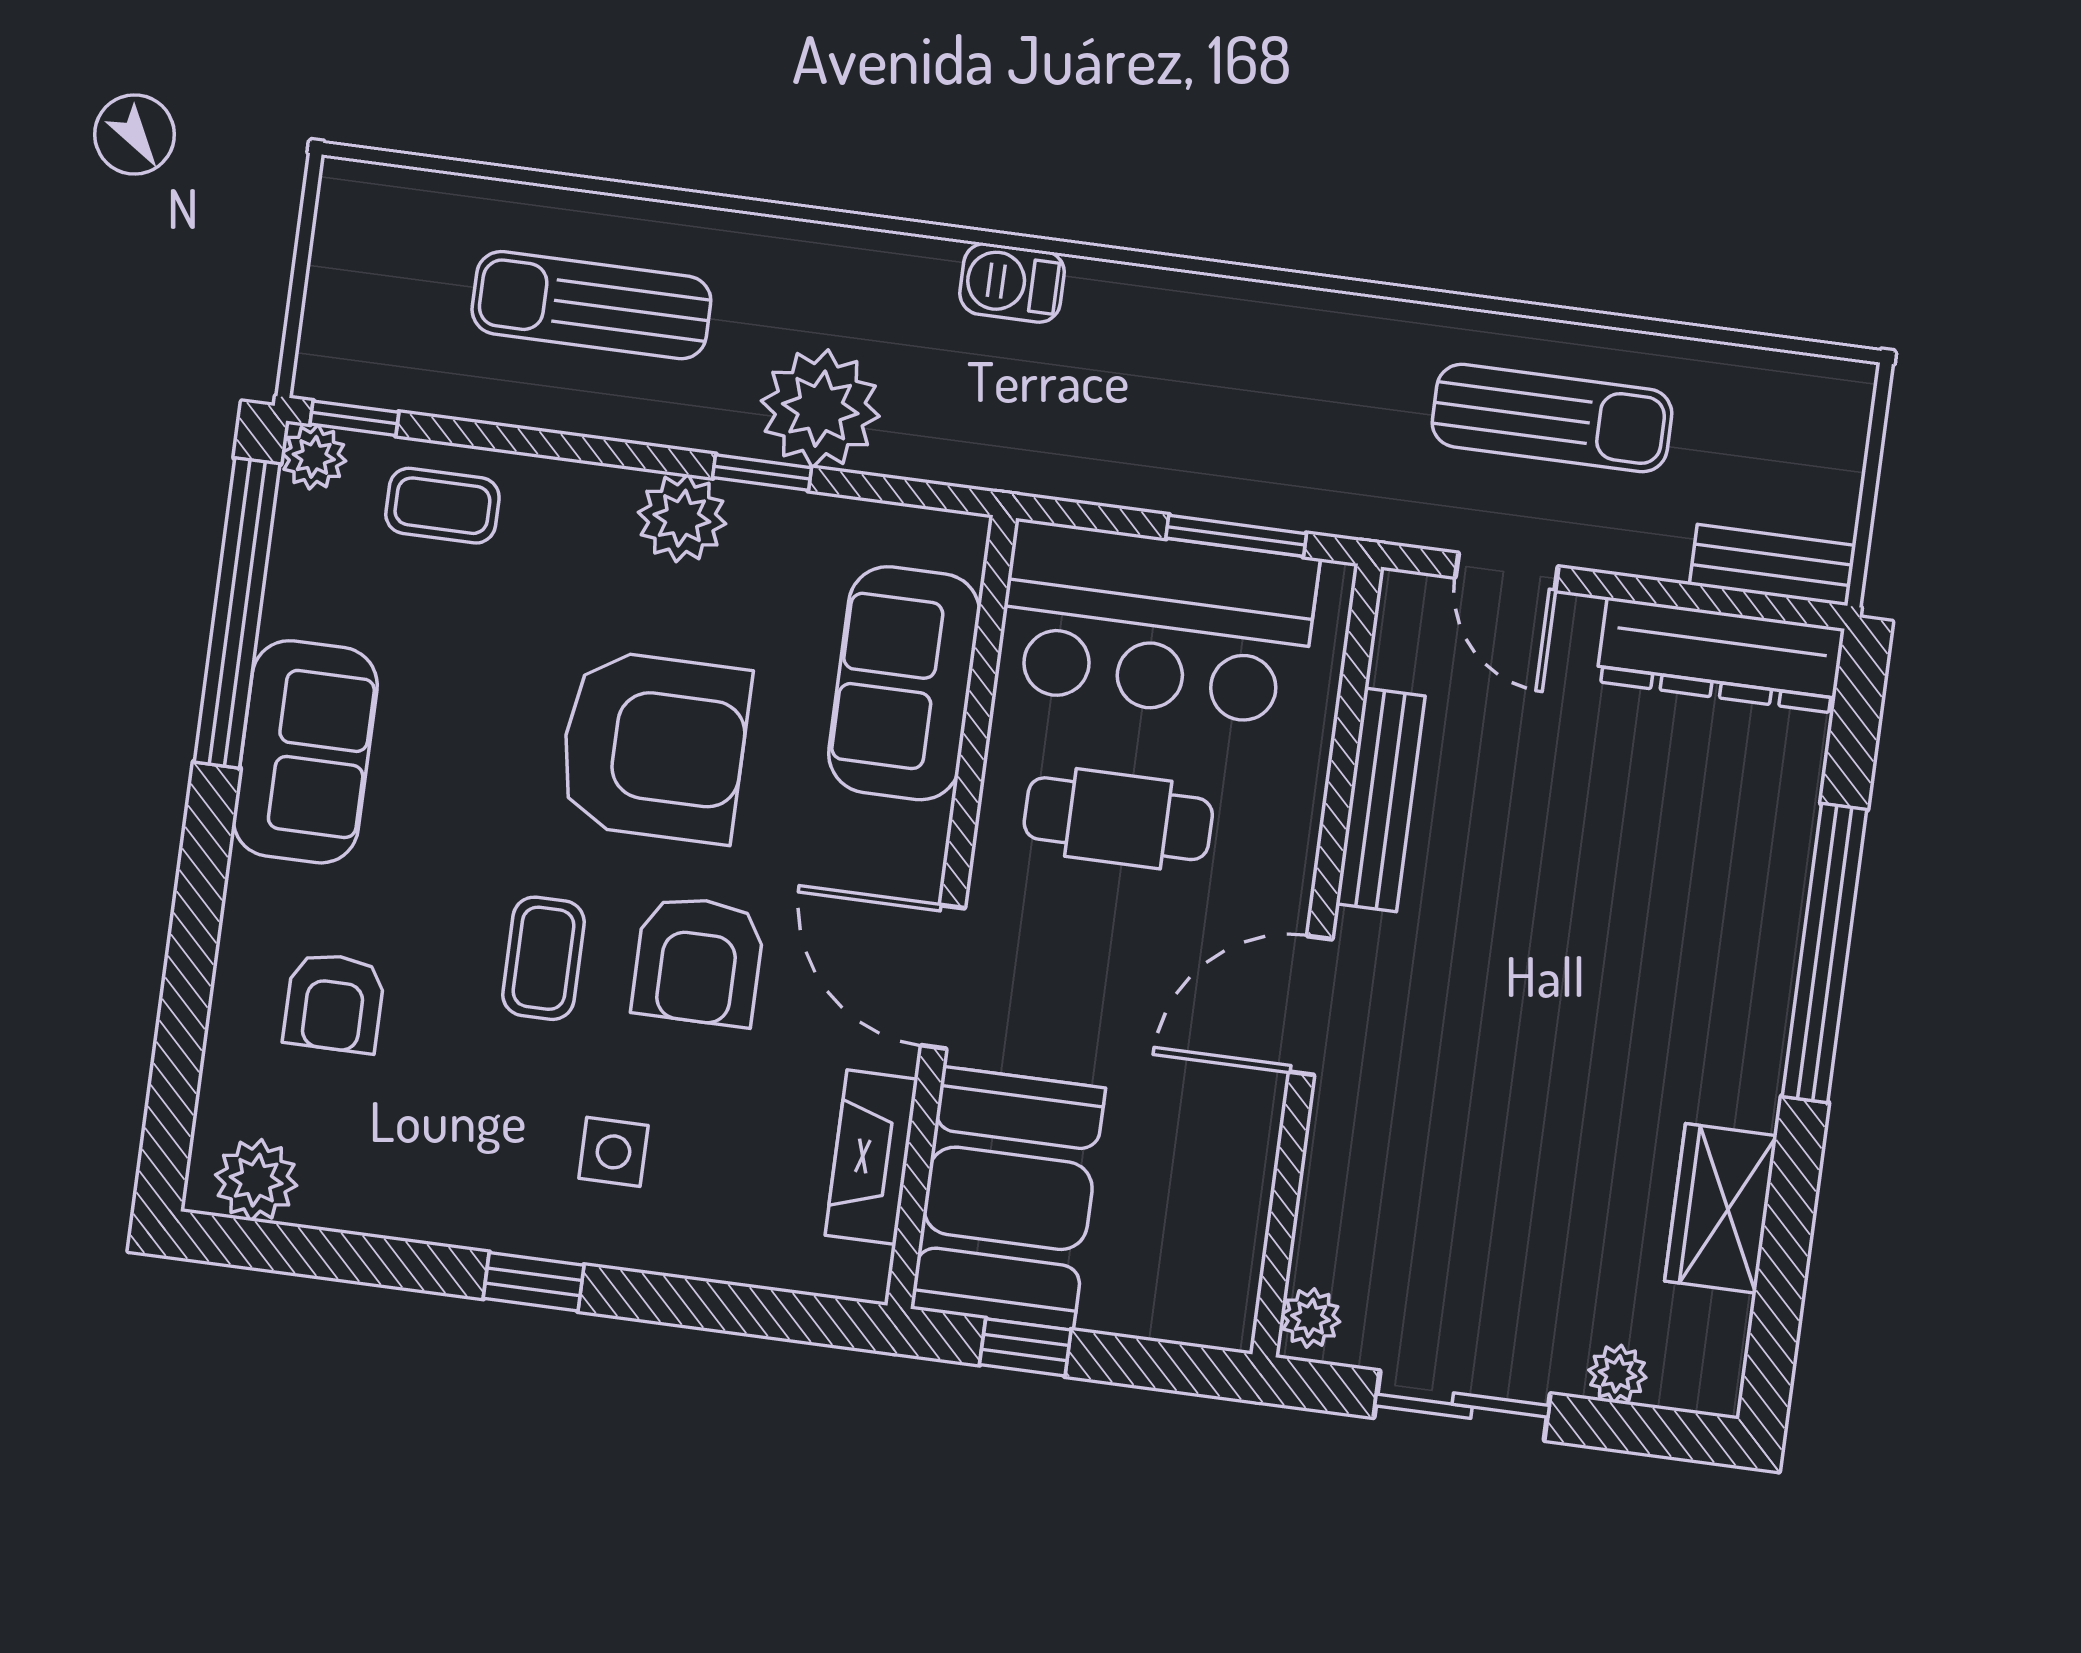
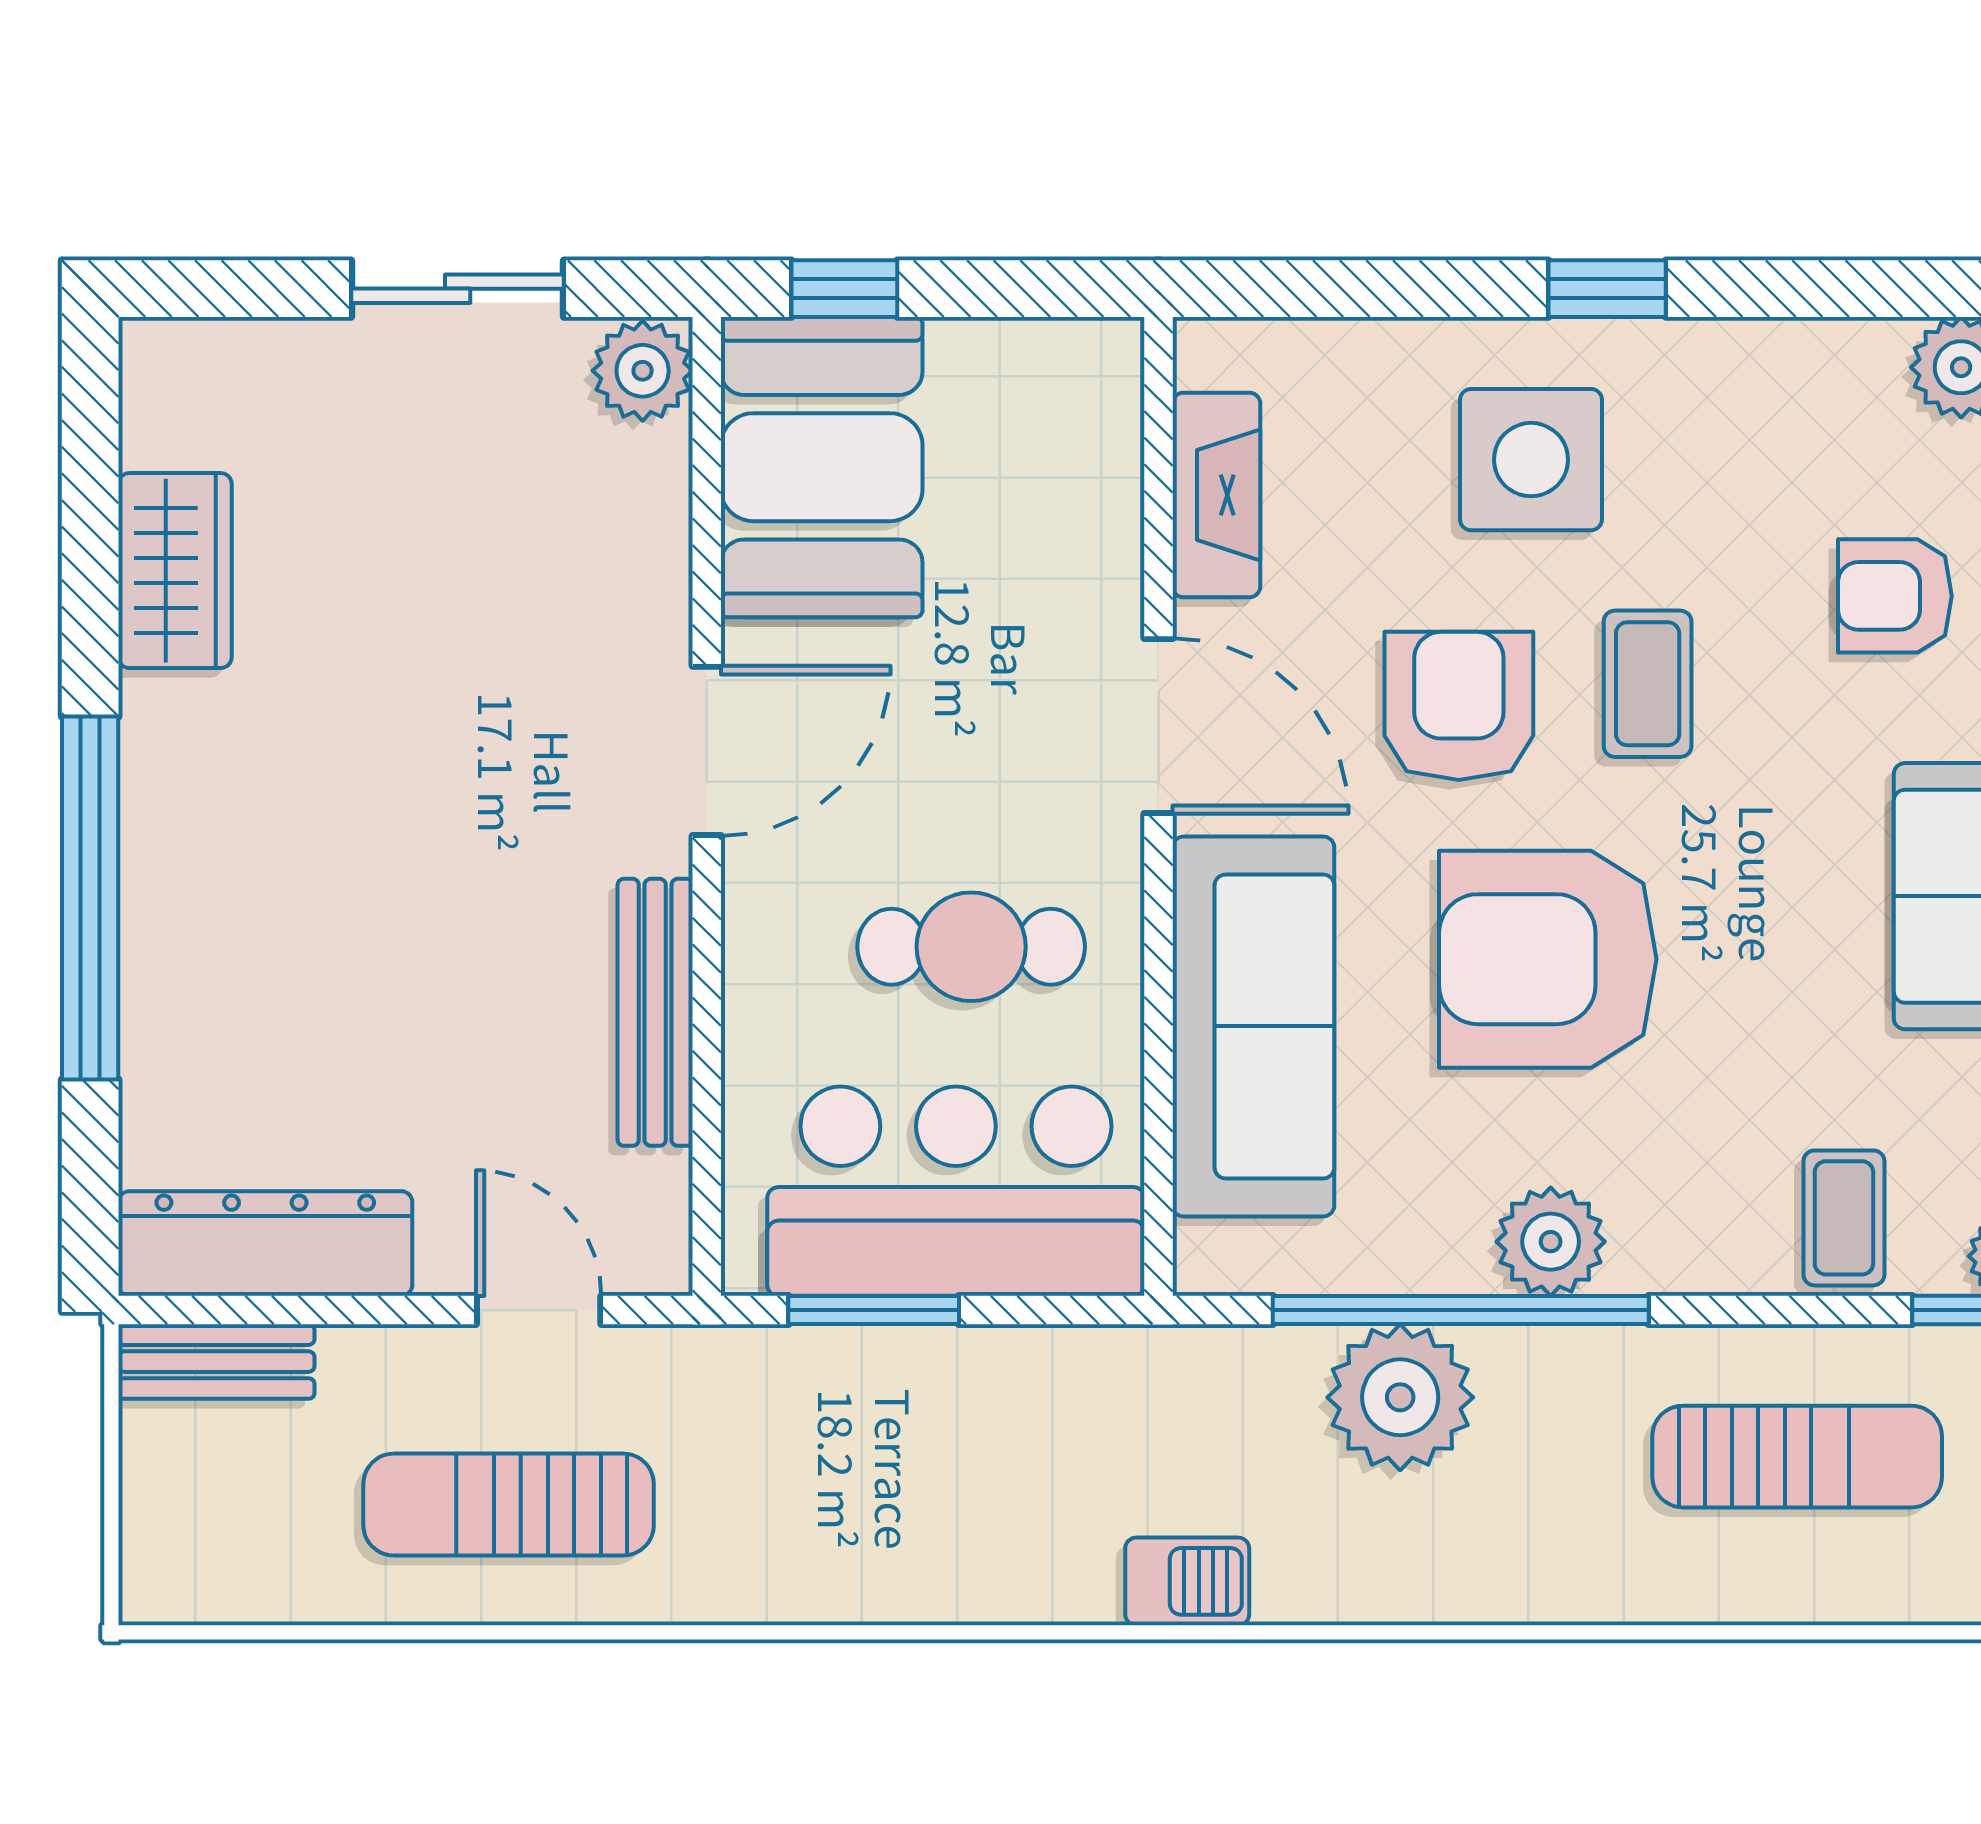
sun lounger: (591, 305) -> (1797, 1457), moved
window: (762, 473) -> (1461, 1310), width x3.17
coffee table: (442, 506) -> (1844, 1218), turned 90
sofa: (904, 683) -> (1253, 1026), width x1.36
armchair: (334, 1003) -> (1895, 596), turned -90
side table: (613, 1152) -> (1531, 460), width x1.87, depth x1.87
booth: (1008, 1198) -> (822, 467), moved
plant: (1311, 1318) -> (643, 371), width x1.38, depth x1.38
window: (1025, 1347) -> (844, 289), moved
plant: (1617, 1374) -> (274, 353), removed

